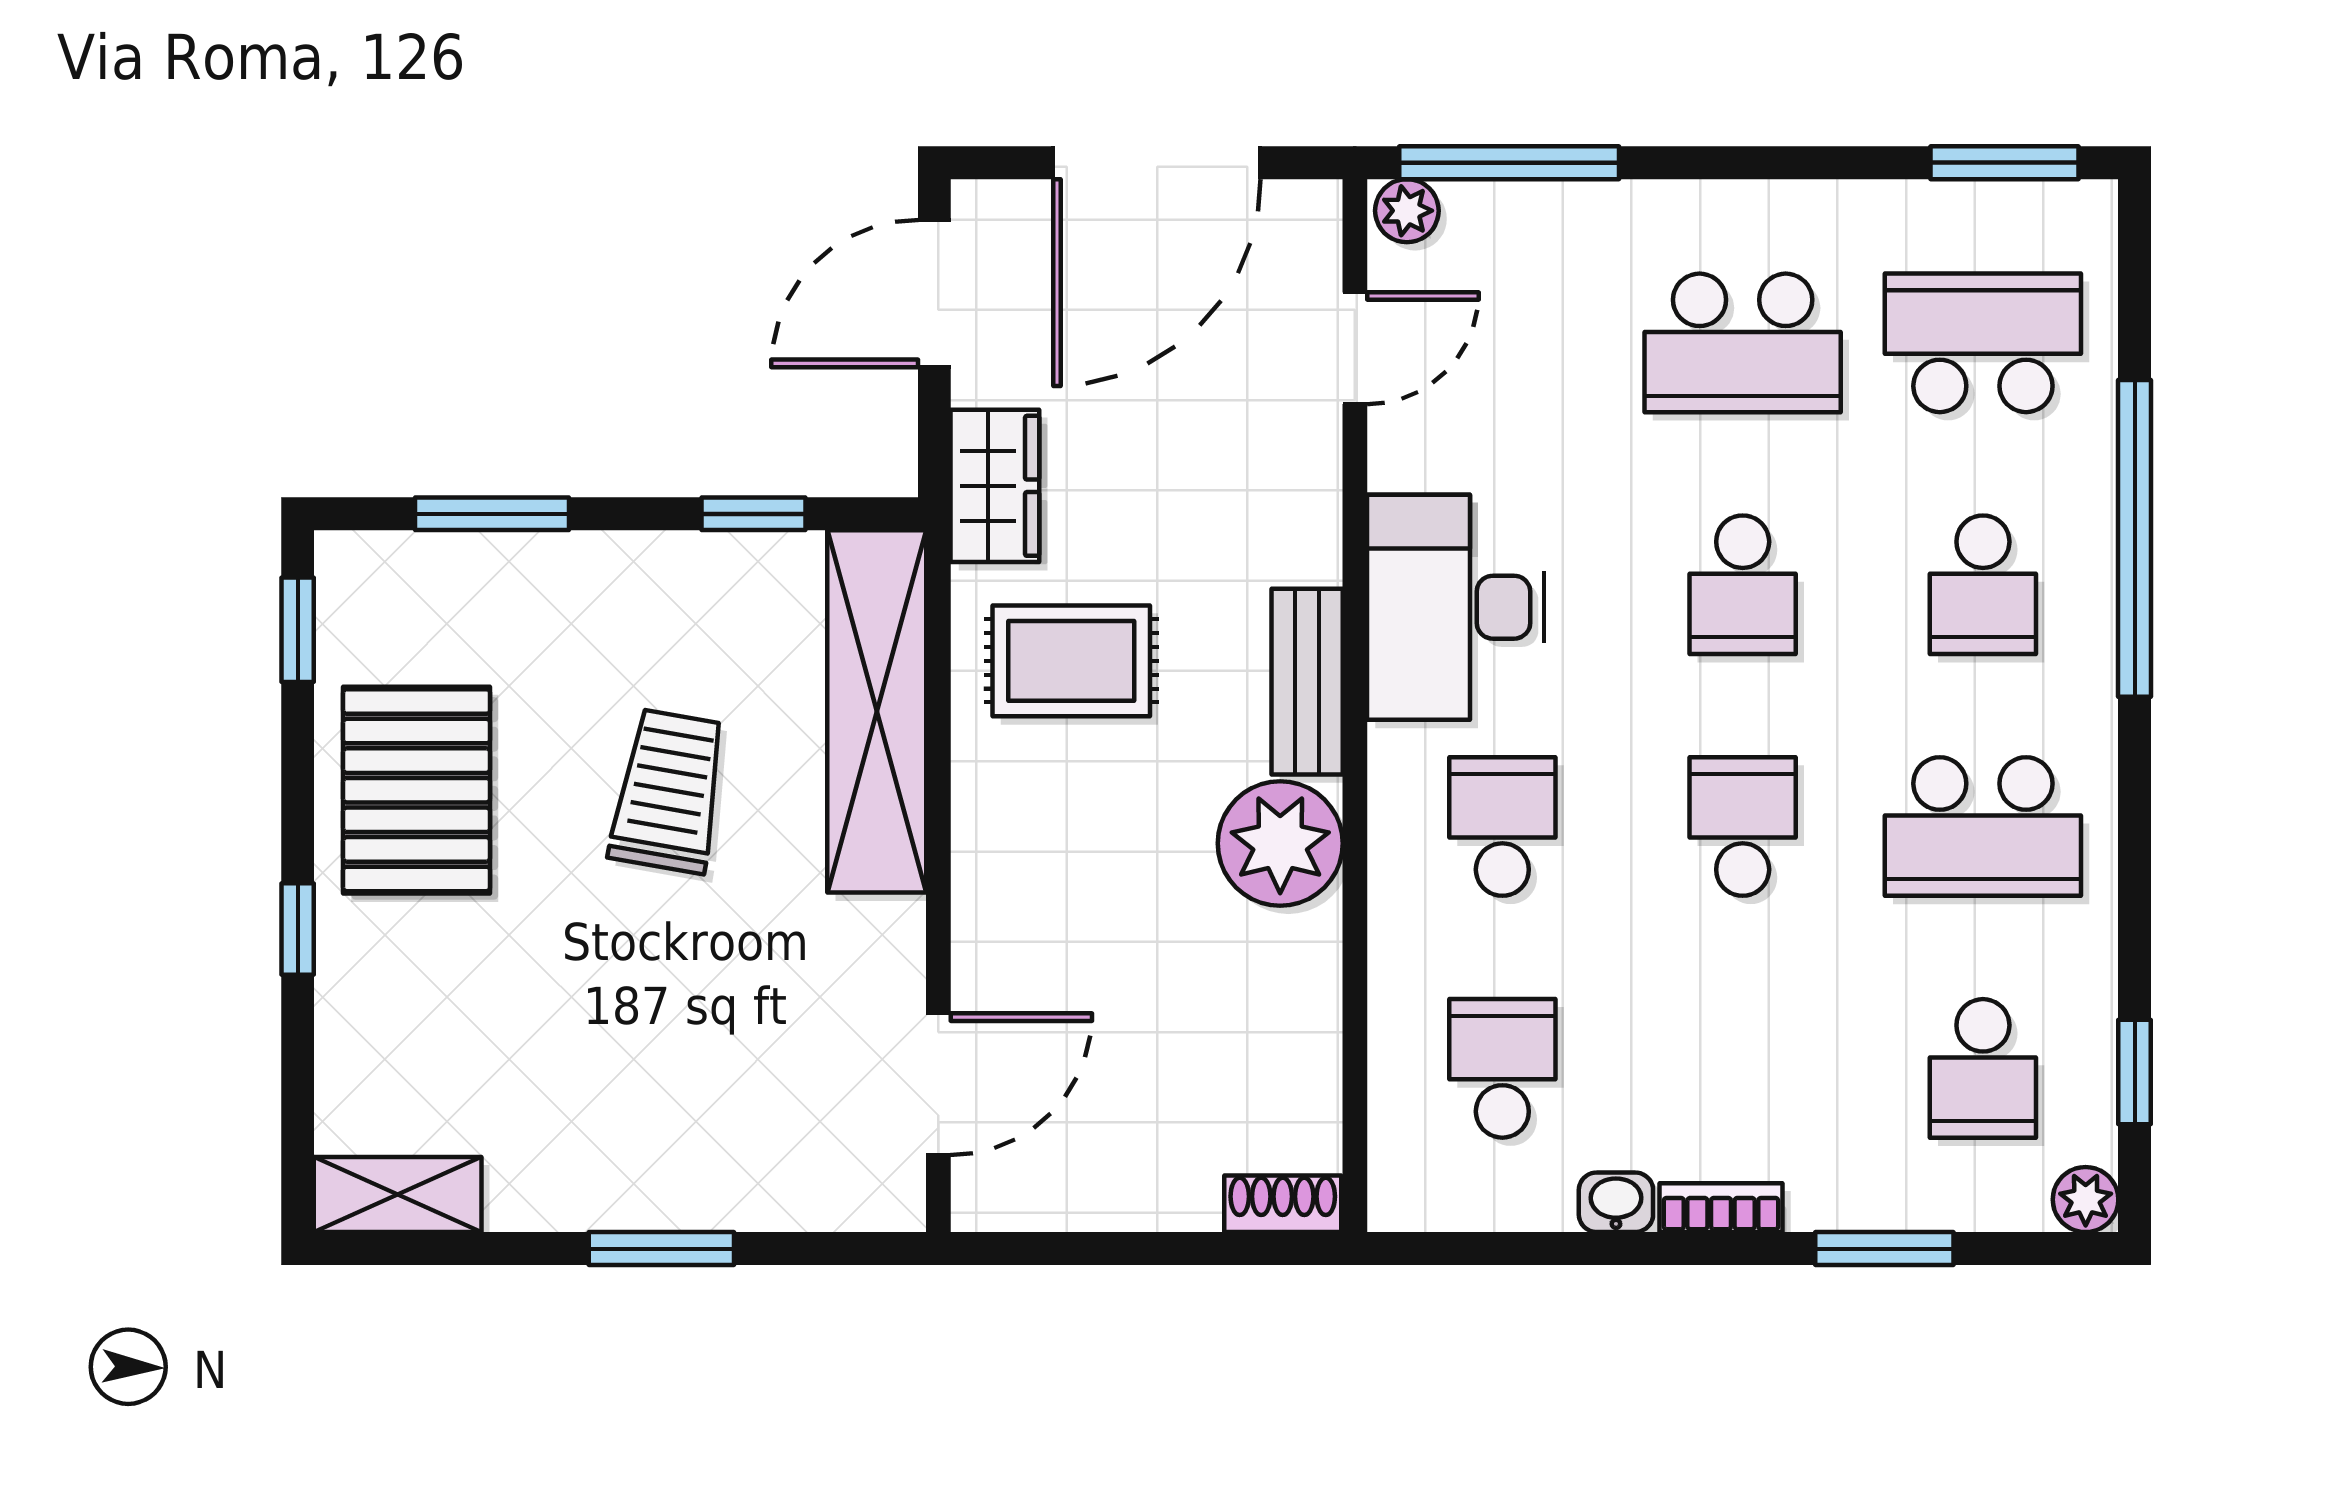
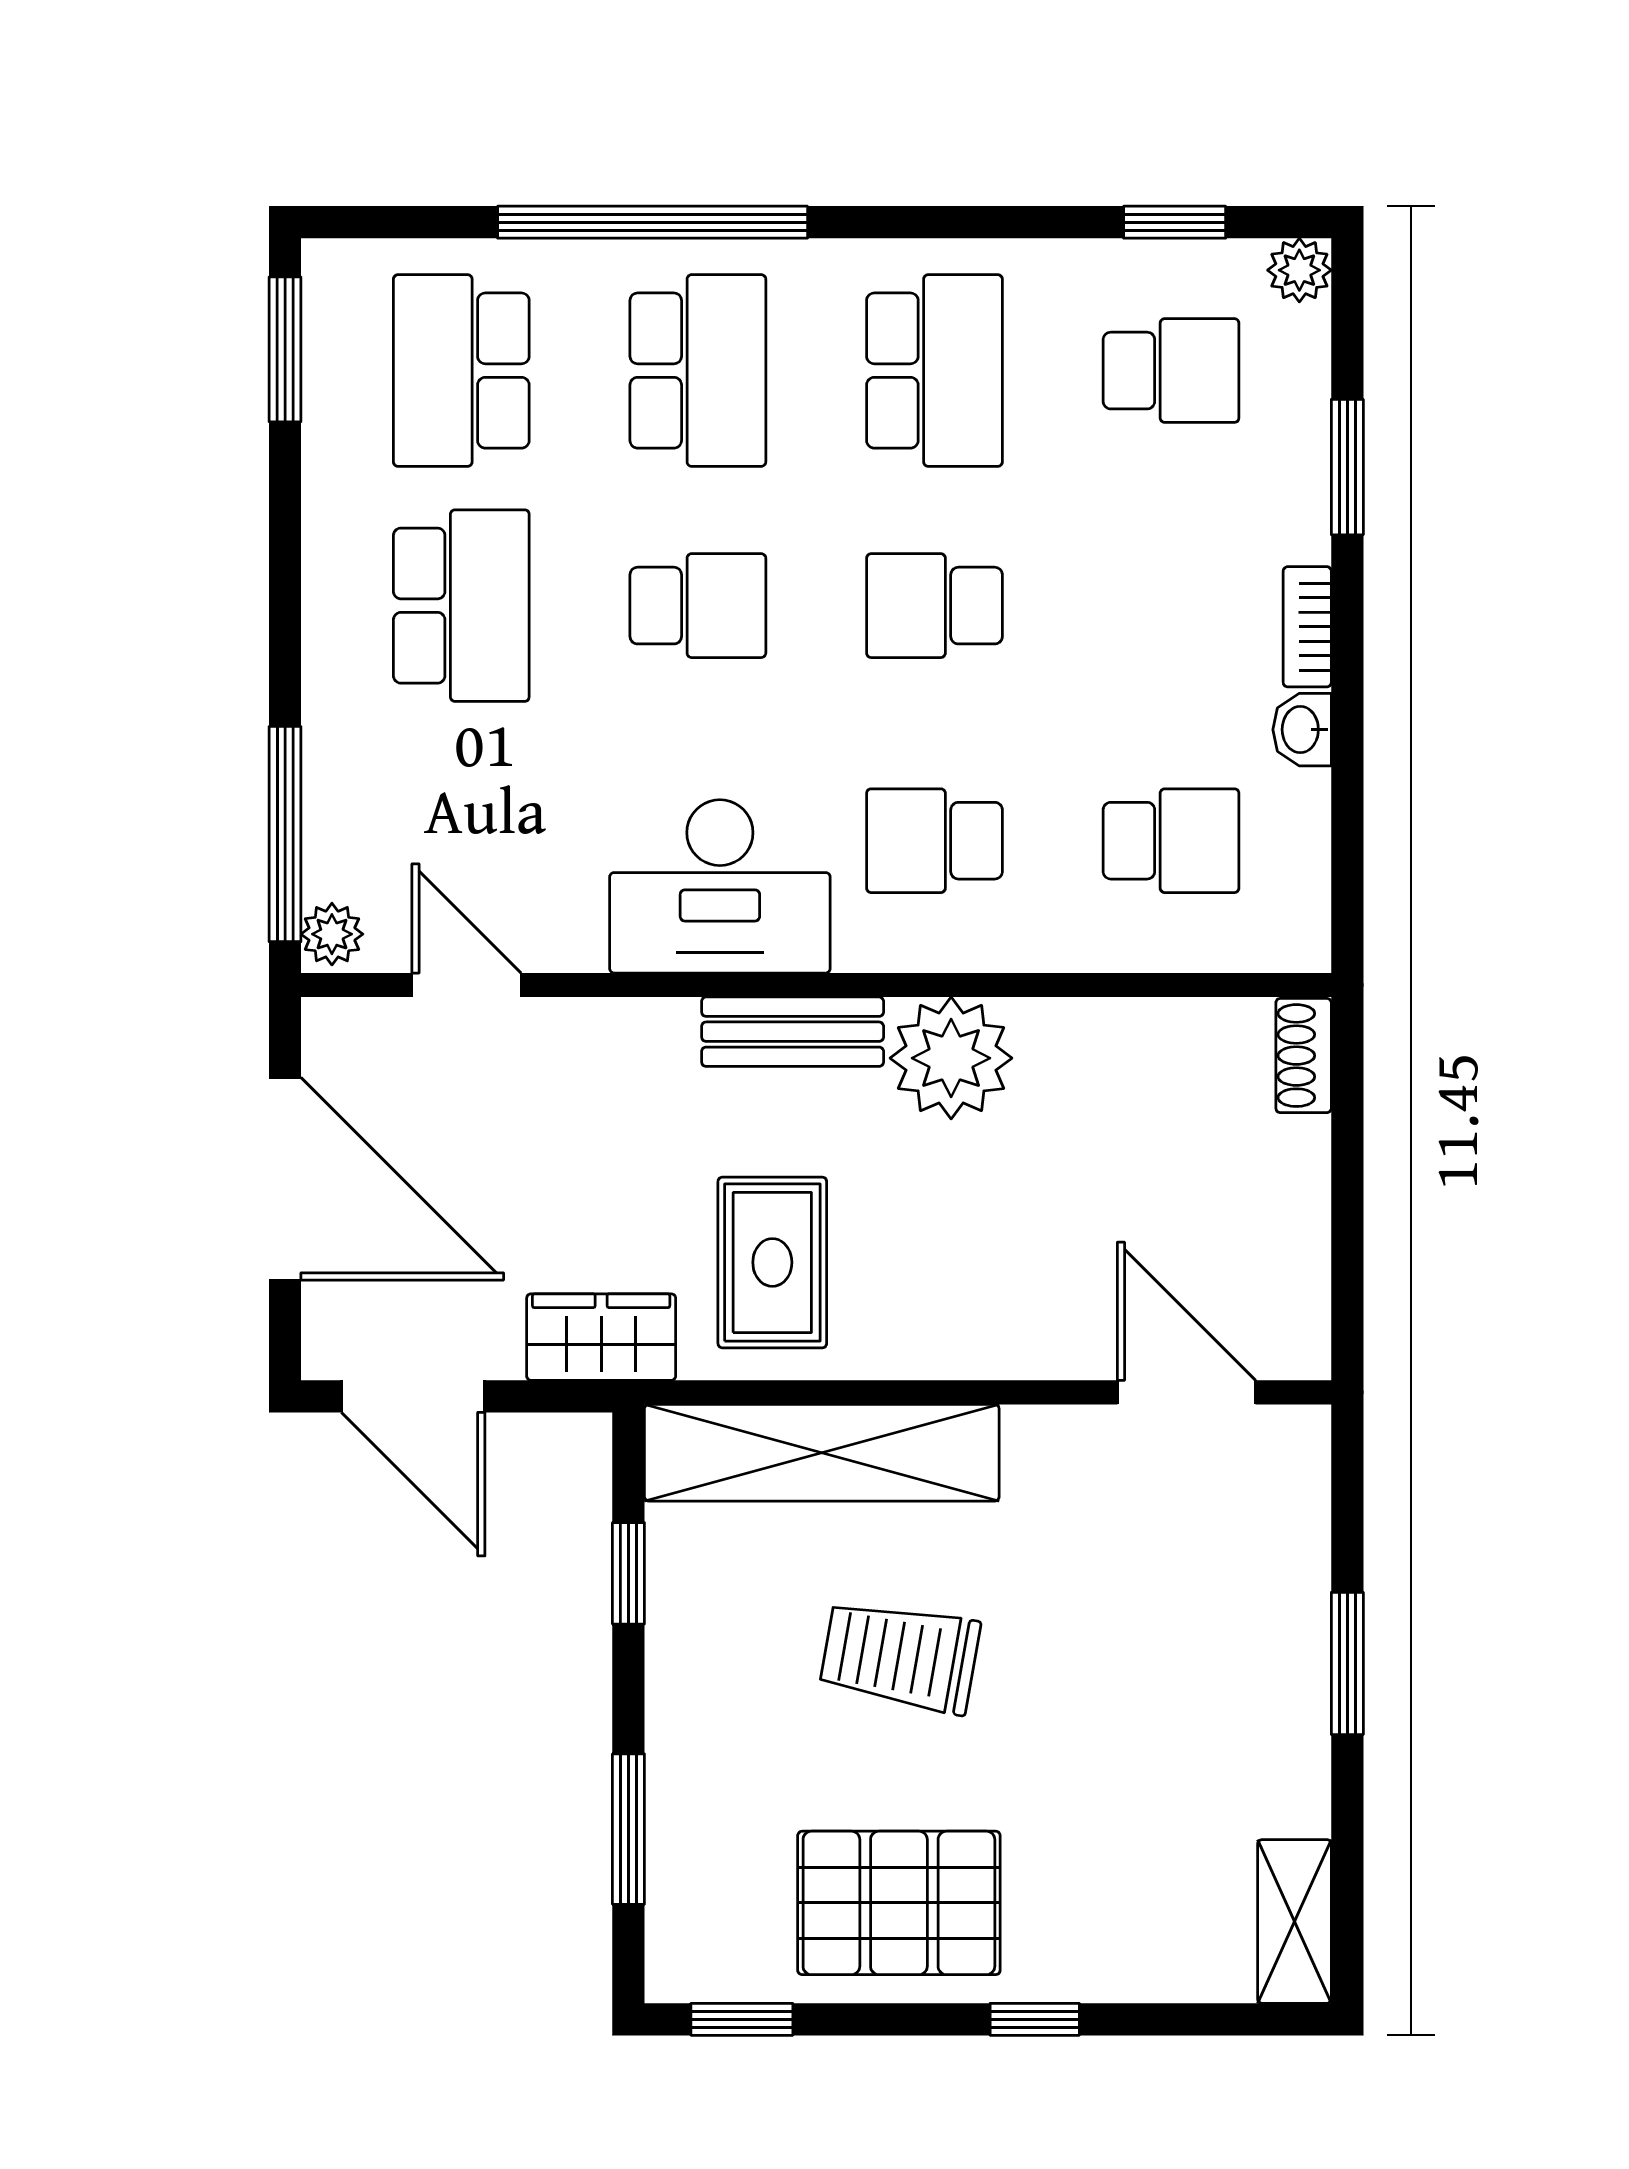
school desk: (1983, 585) -> (698, 371), width x1.85
school desk: (1502, 1068) -> (1171, 841), turned 180

